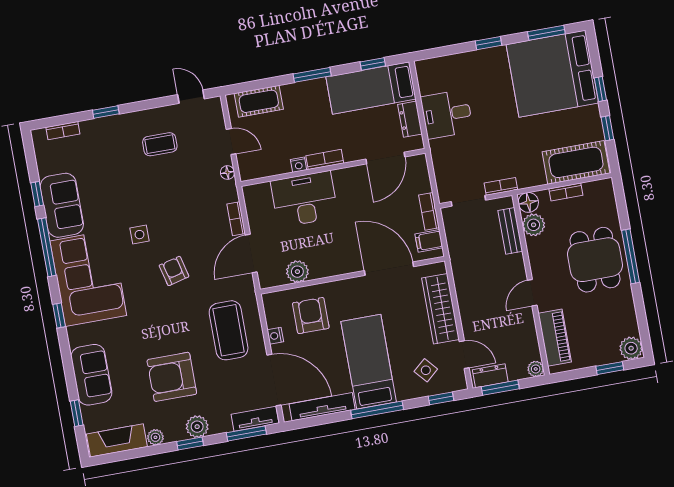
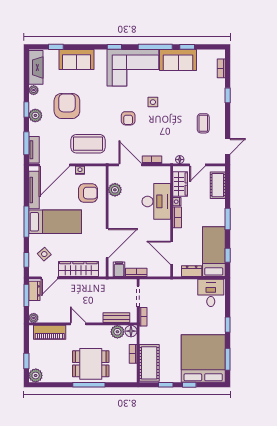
desk: (447, 114) -> (211, 293), moved
wardrobe: (268, 164) -> (180, 184), added
armchair: (174, 271) -> (128, 118), turned 104

